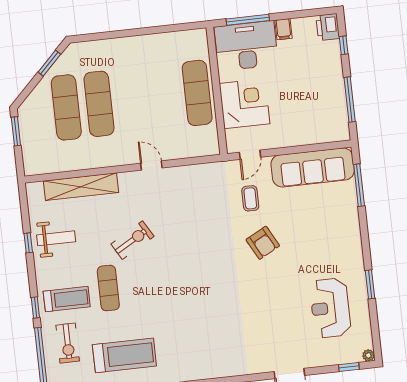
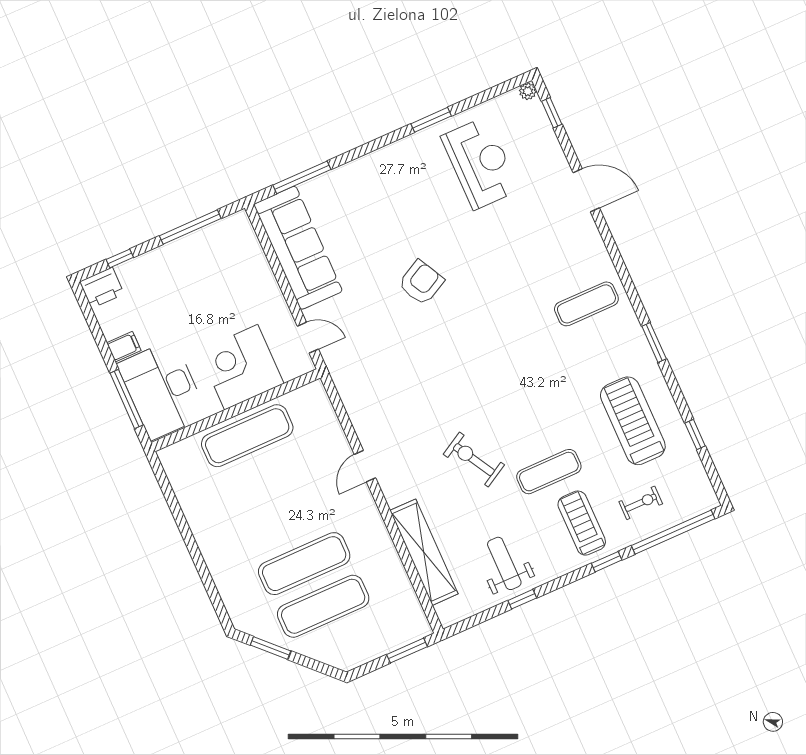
window: (16, 131) -> (407, 651), moved
coffee table: (250, 198) -> (367, 318), removed
reception desk: (330, 308) -> (480, 163), turned -90
exercise bike: (68, 343) -> (641, 503), width x0.73, depth x0.72
exercise mat: (213, 349) -> (586, 304), added

